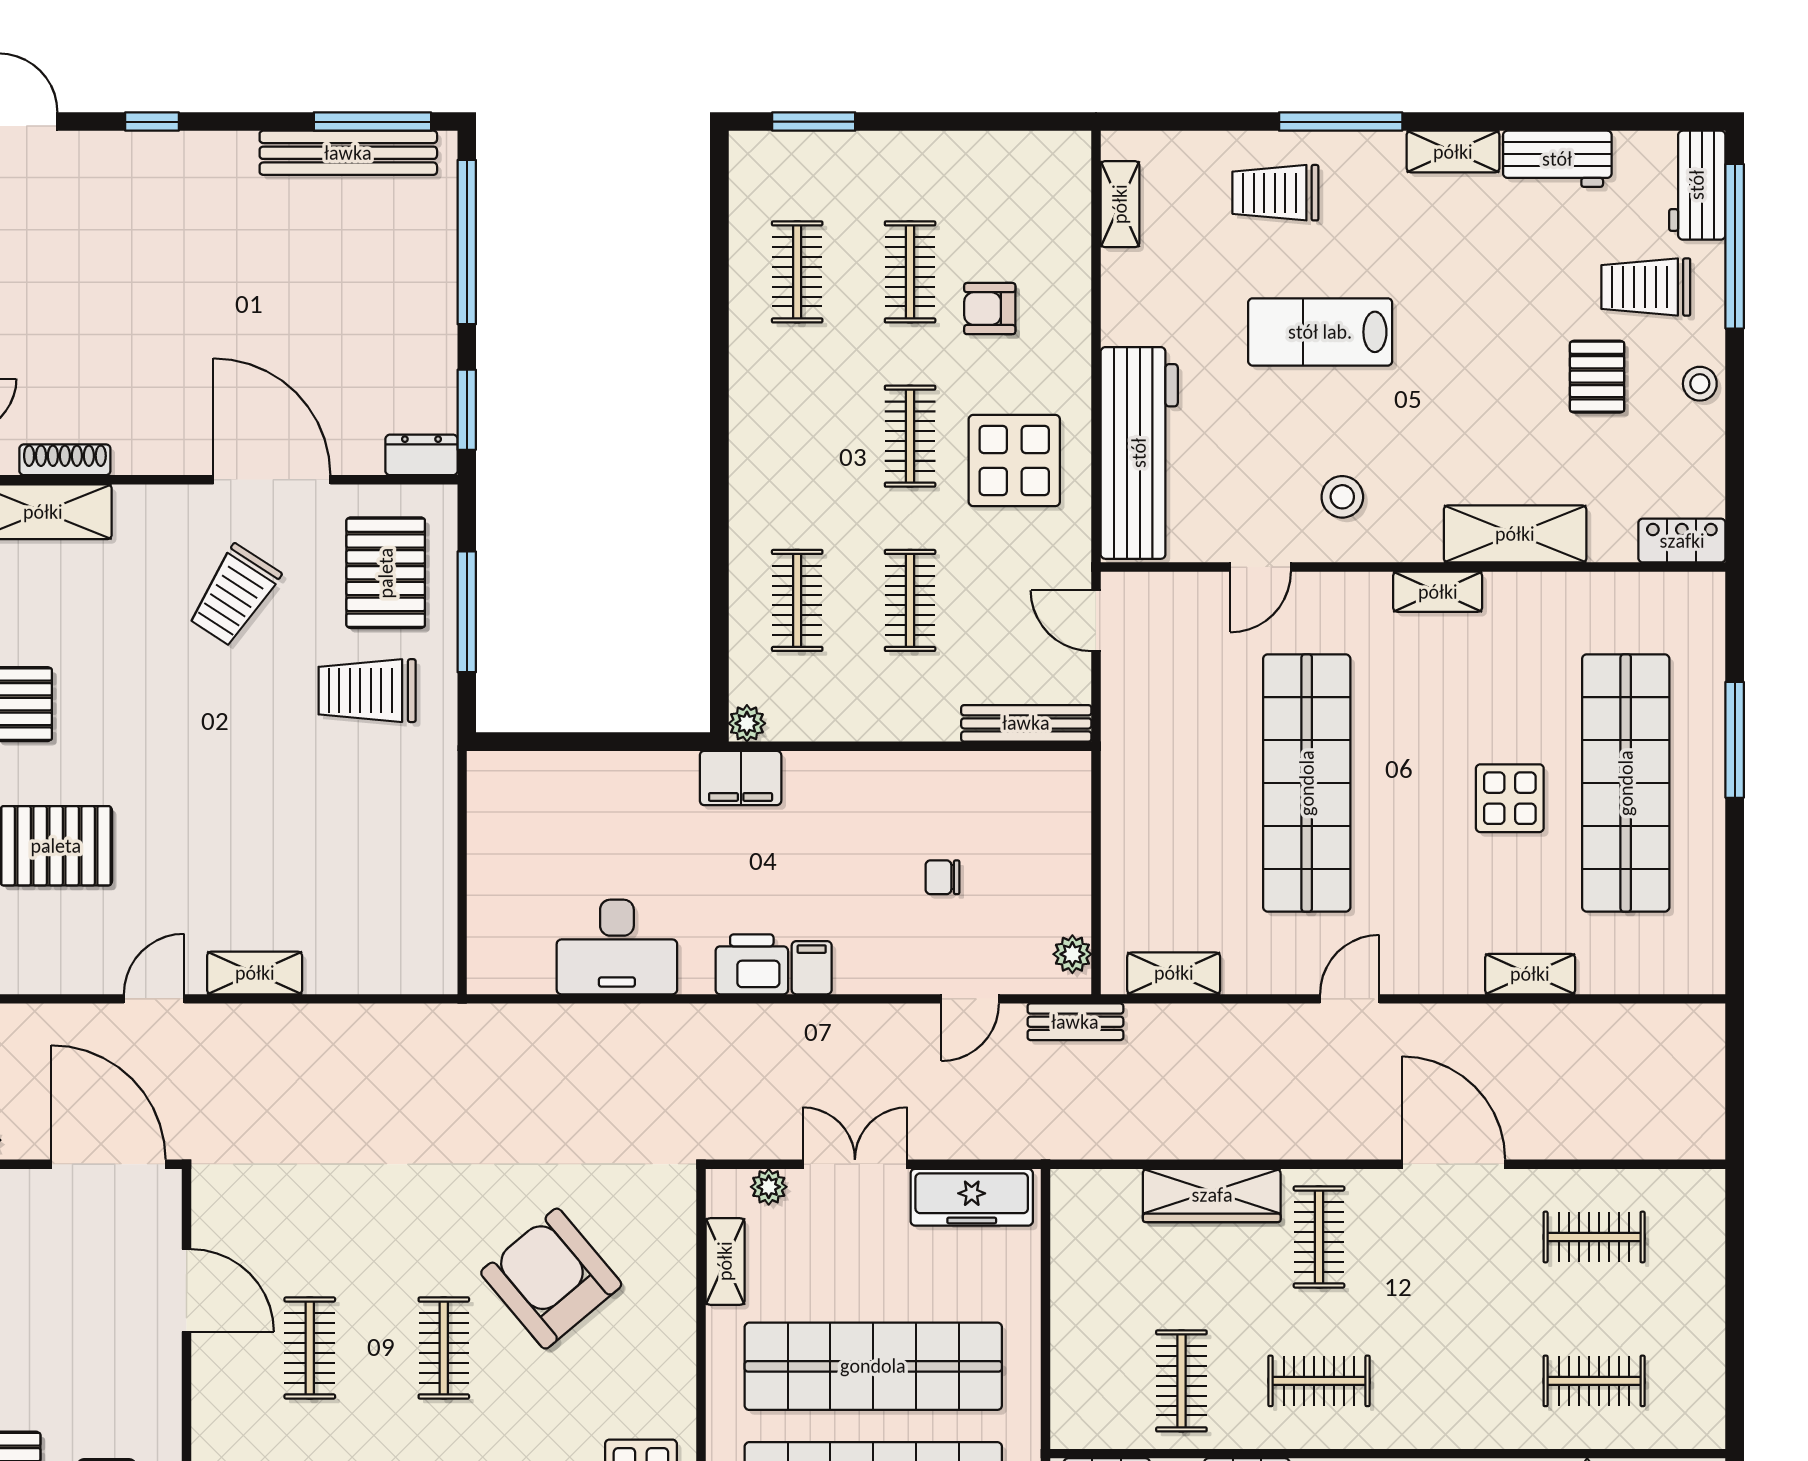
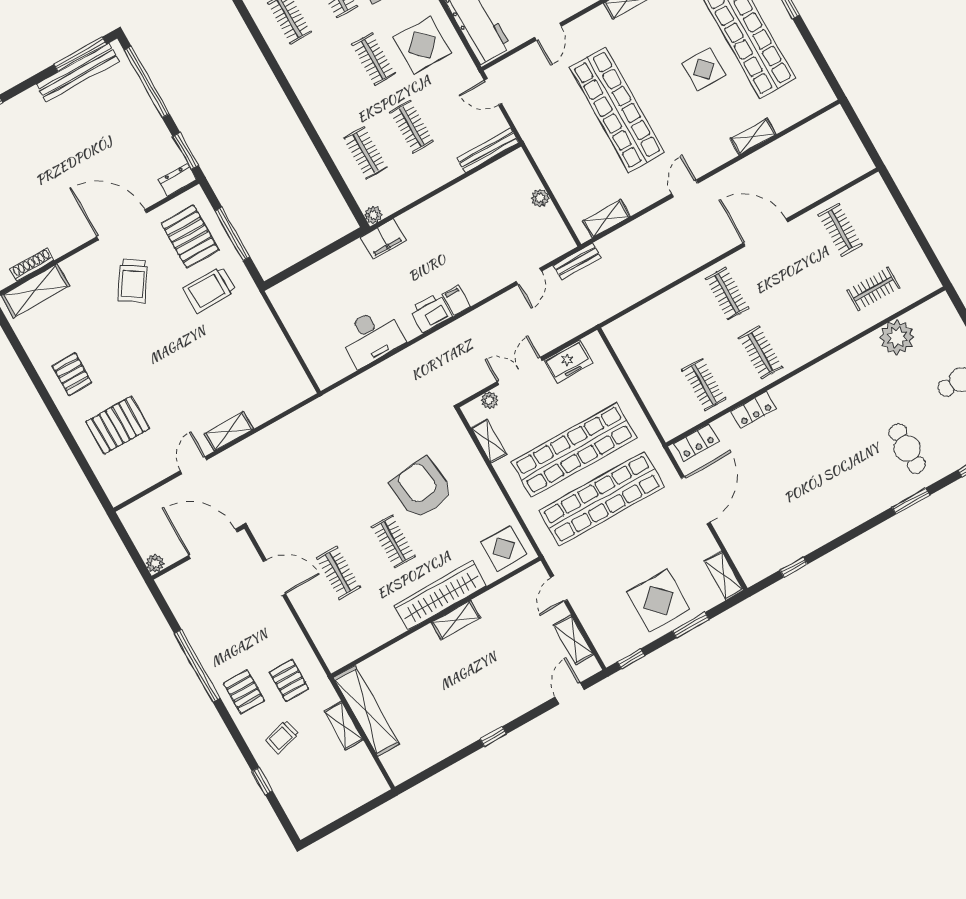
chair: (943, 877) -> (489, 233), removed
plant: (1072, 954) -> (540, 198), moved
wardrobe: (1212, 1195) -> (673, 301), removed
freezer: (972, 1197) -> (568, 362), width x0.71
clothes rail: (1594, 1237) -> (840, 230), turned 90
armchair: (551, 1279) -> (421, 488), turned 33
clothes rail: (1319, 1381) -> (760, 353), turned 90

